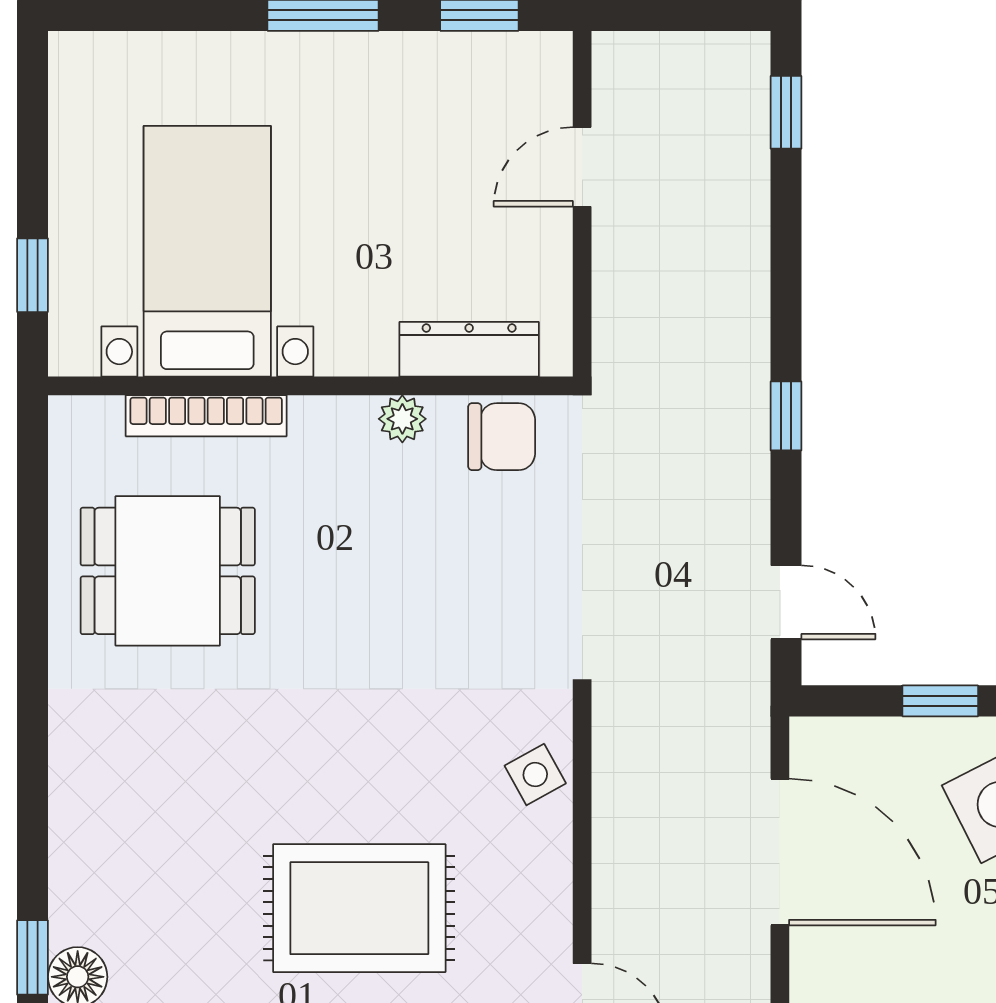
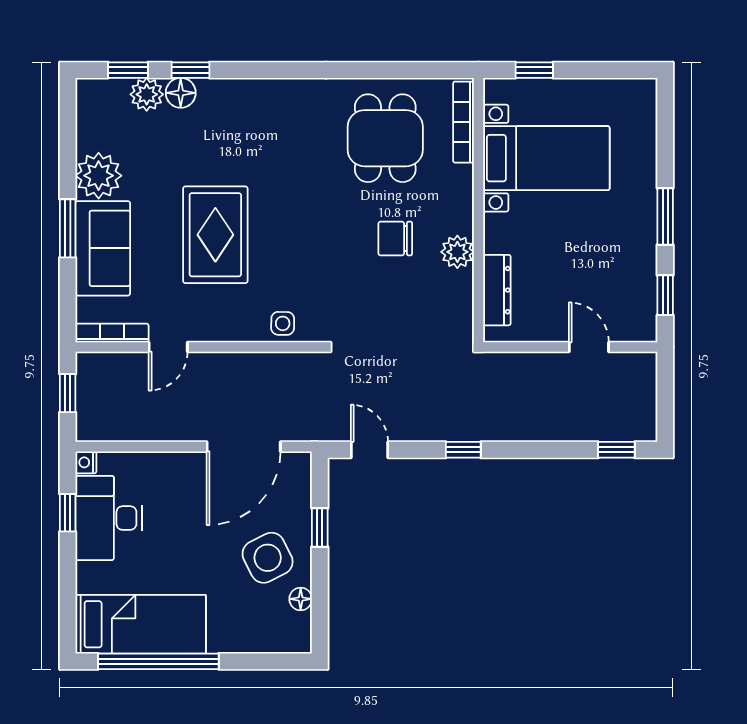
bookcase: (206, 416) -> (463, 122), moved
plant: (402, 419) -> (457, 252), width x1.38, depth x1.38
chair: (502, 437) -> (395, 239), moved, turned 90
door: (786, 602) -> (369, 450), swing flipped
side table: (535, 775) -> (283, 323), turned 30

